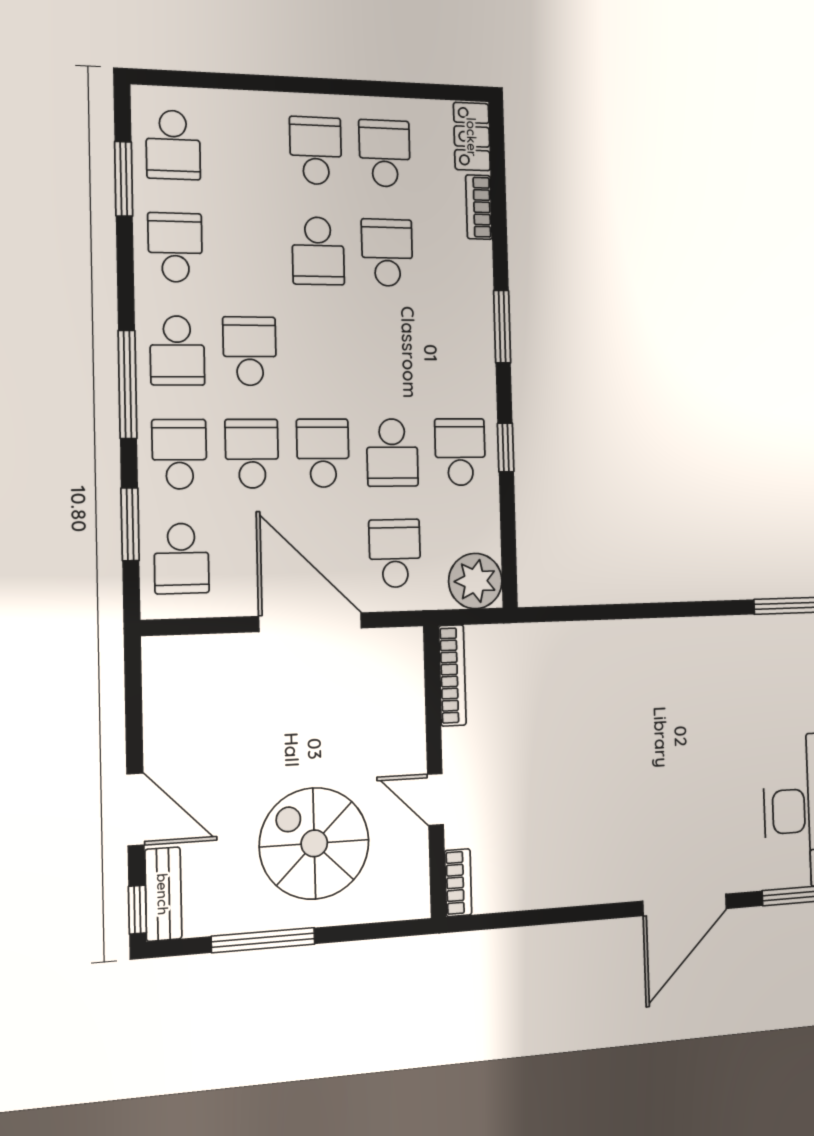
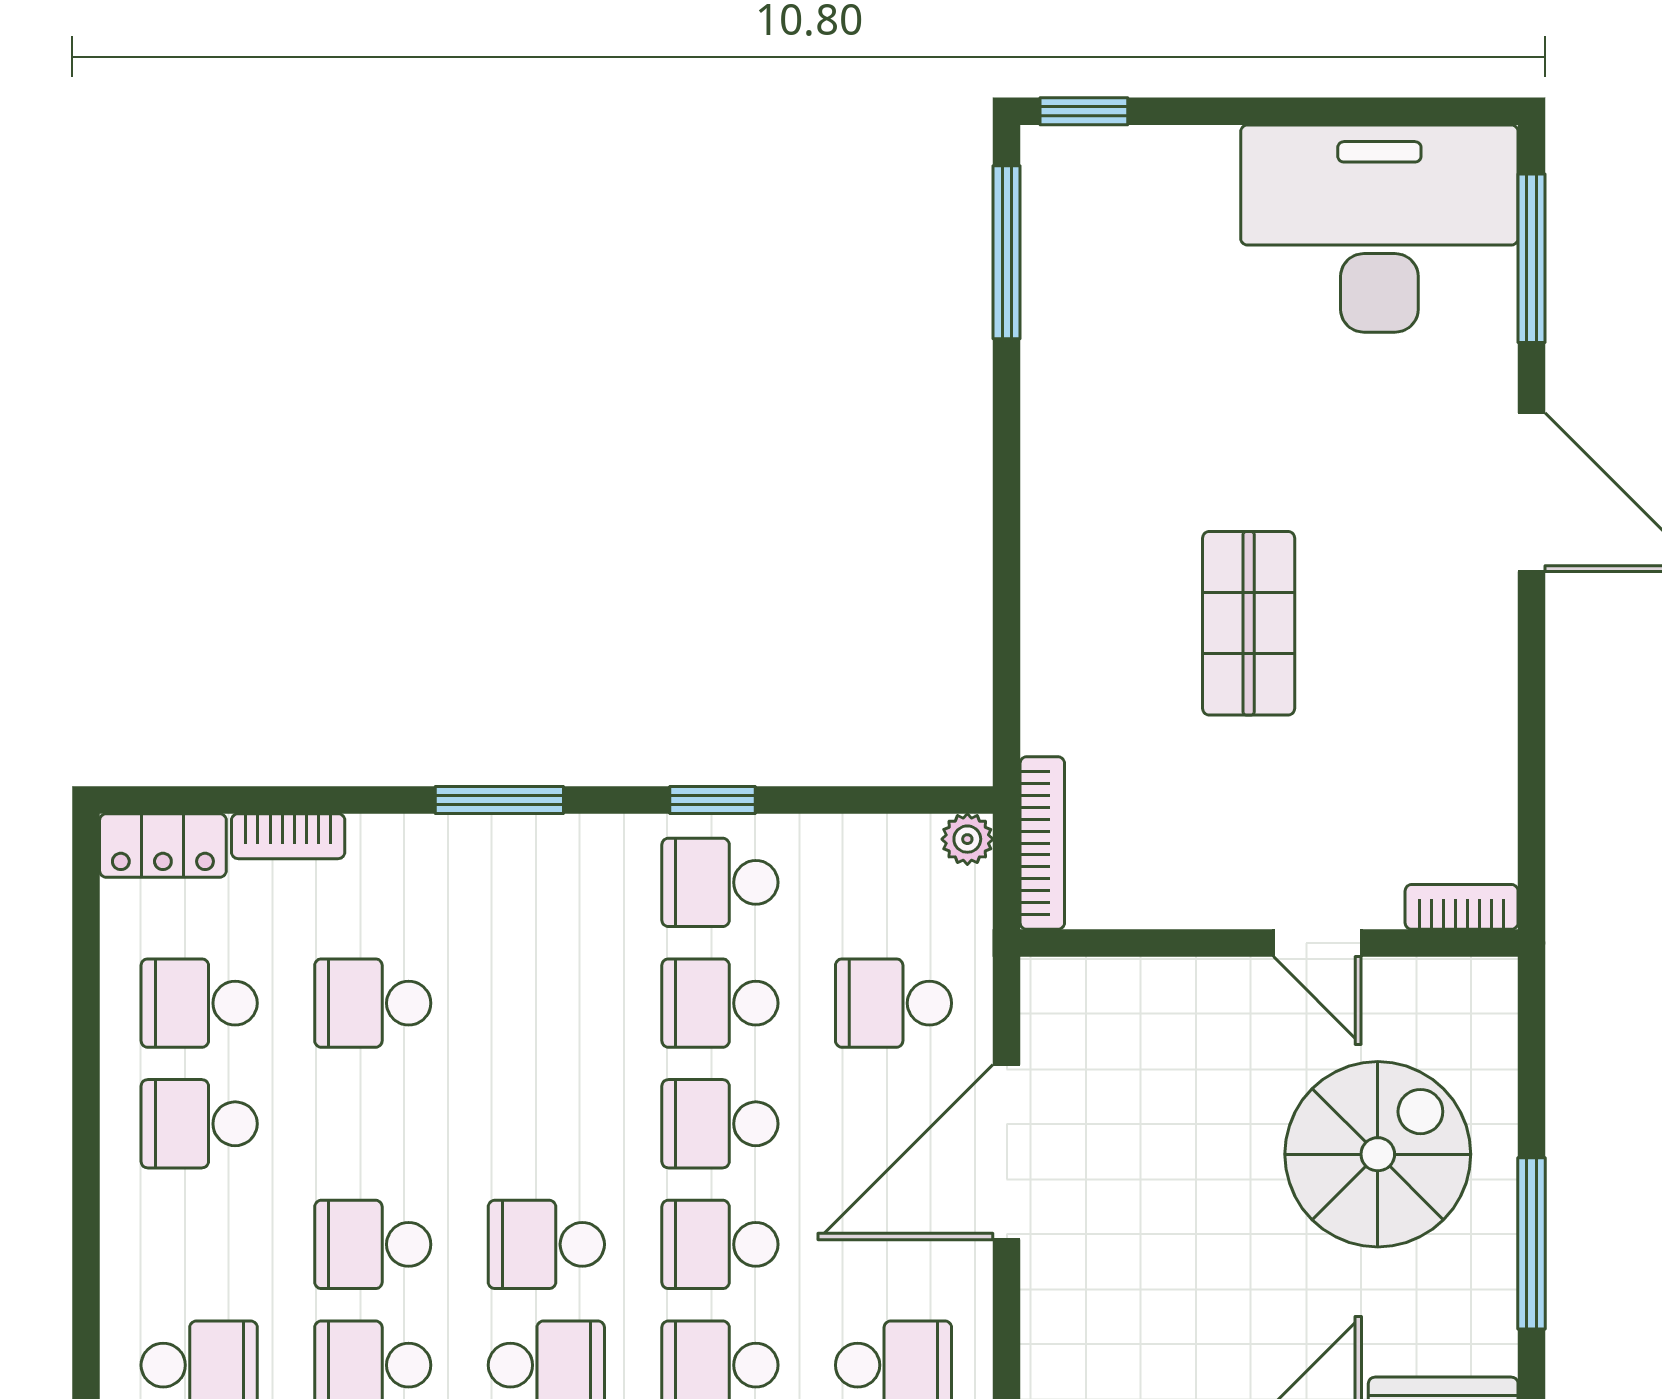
school desk: (318, 251) -> (373, 1244), moved, turned 180
school desk: (392, 453) -> (720, 1003), turned 180
plant: (475, 581) -> (967, 839), width x0.53, depth x0.53
bookcase: (452, 675) -> (1042, 843), moved, turned 90
shop shelf: (610, 749) -> (1249, 623), added
door: (435, 799) -> (1317, 943), hinge flipped
spiral stairs: (314, 843) -> (1378, 1154), turned 180

